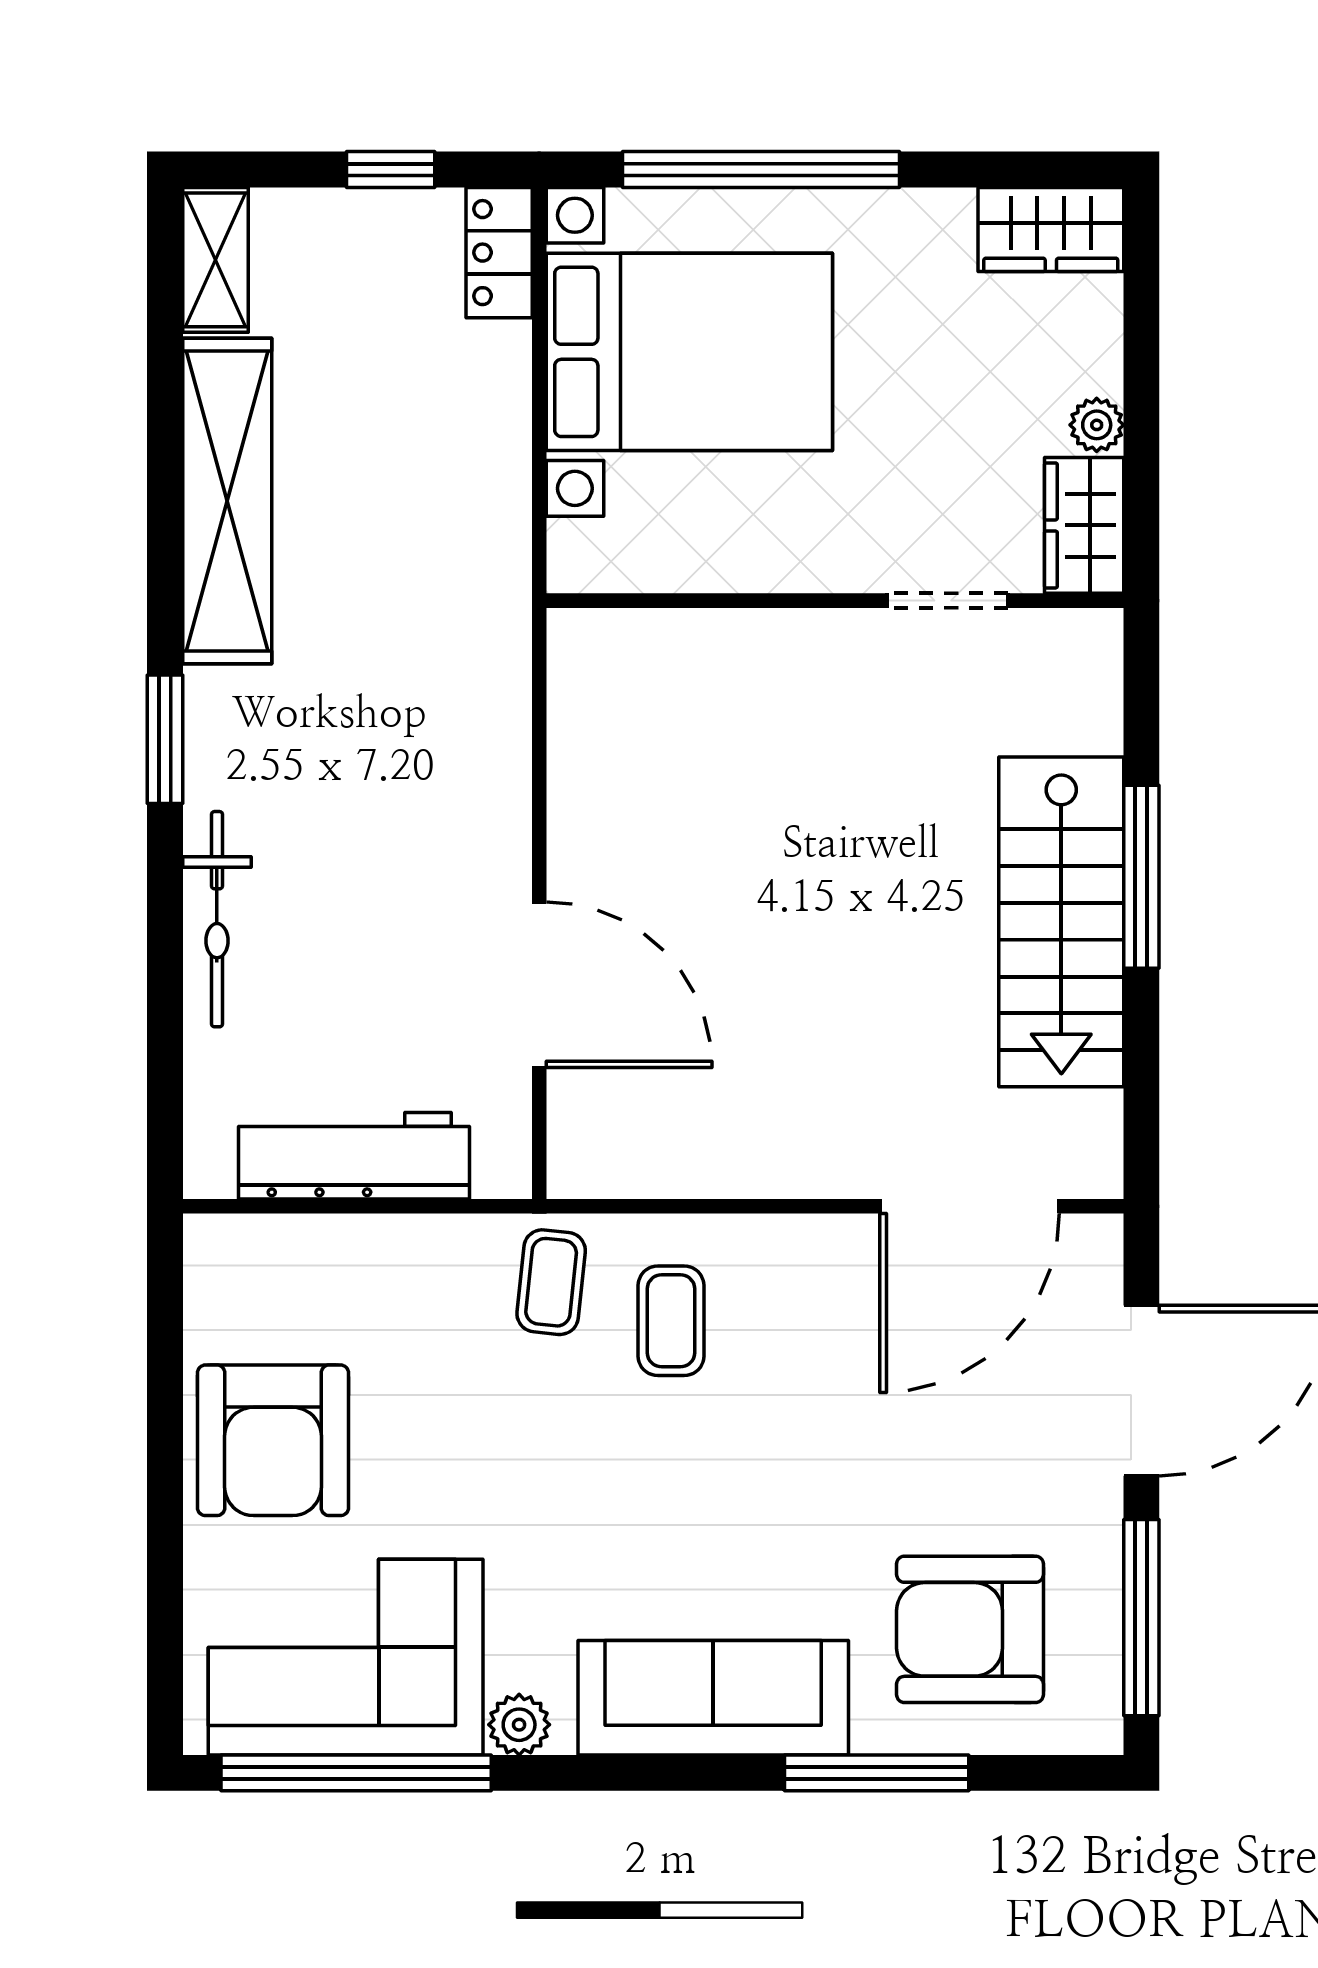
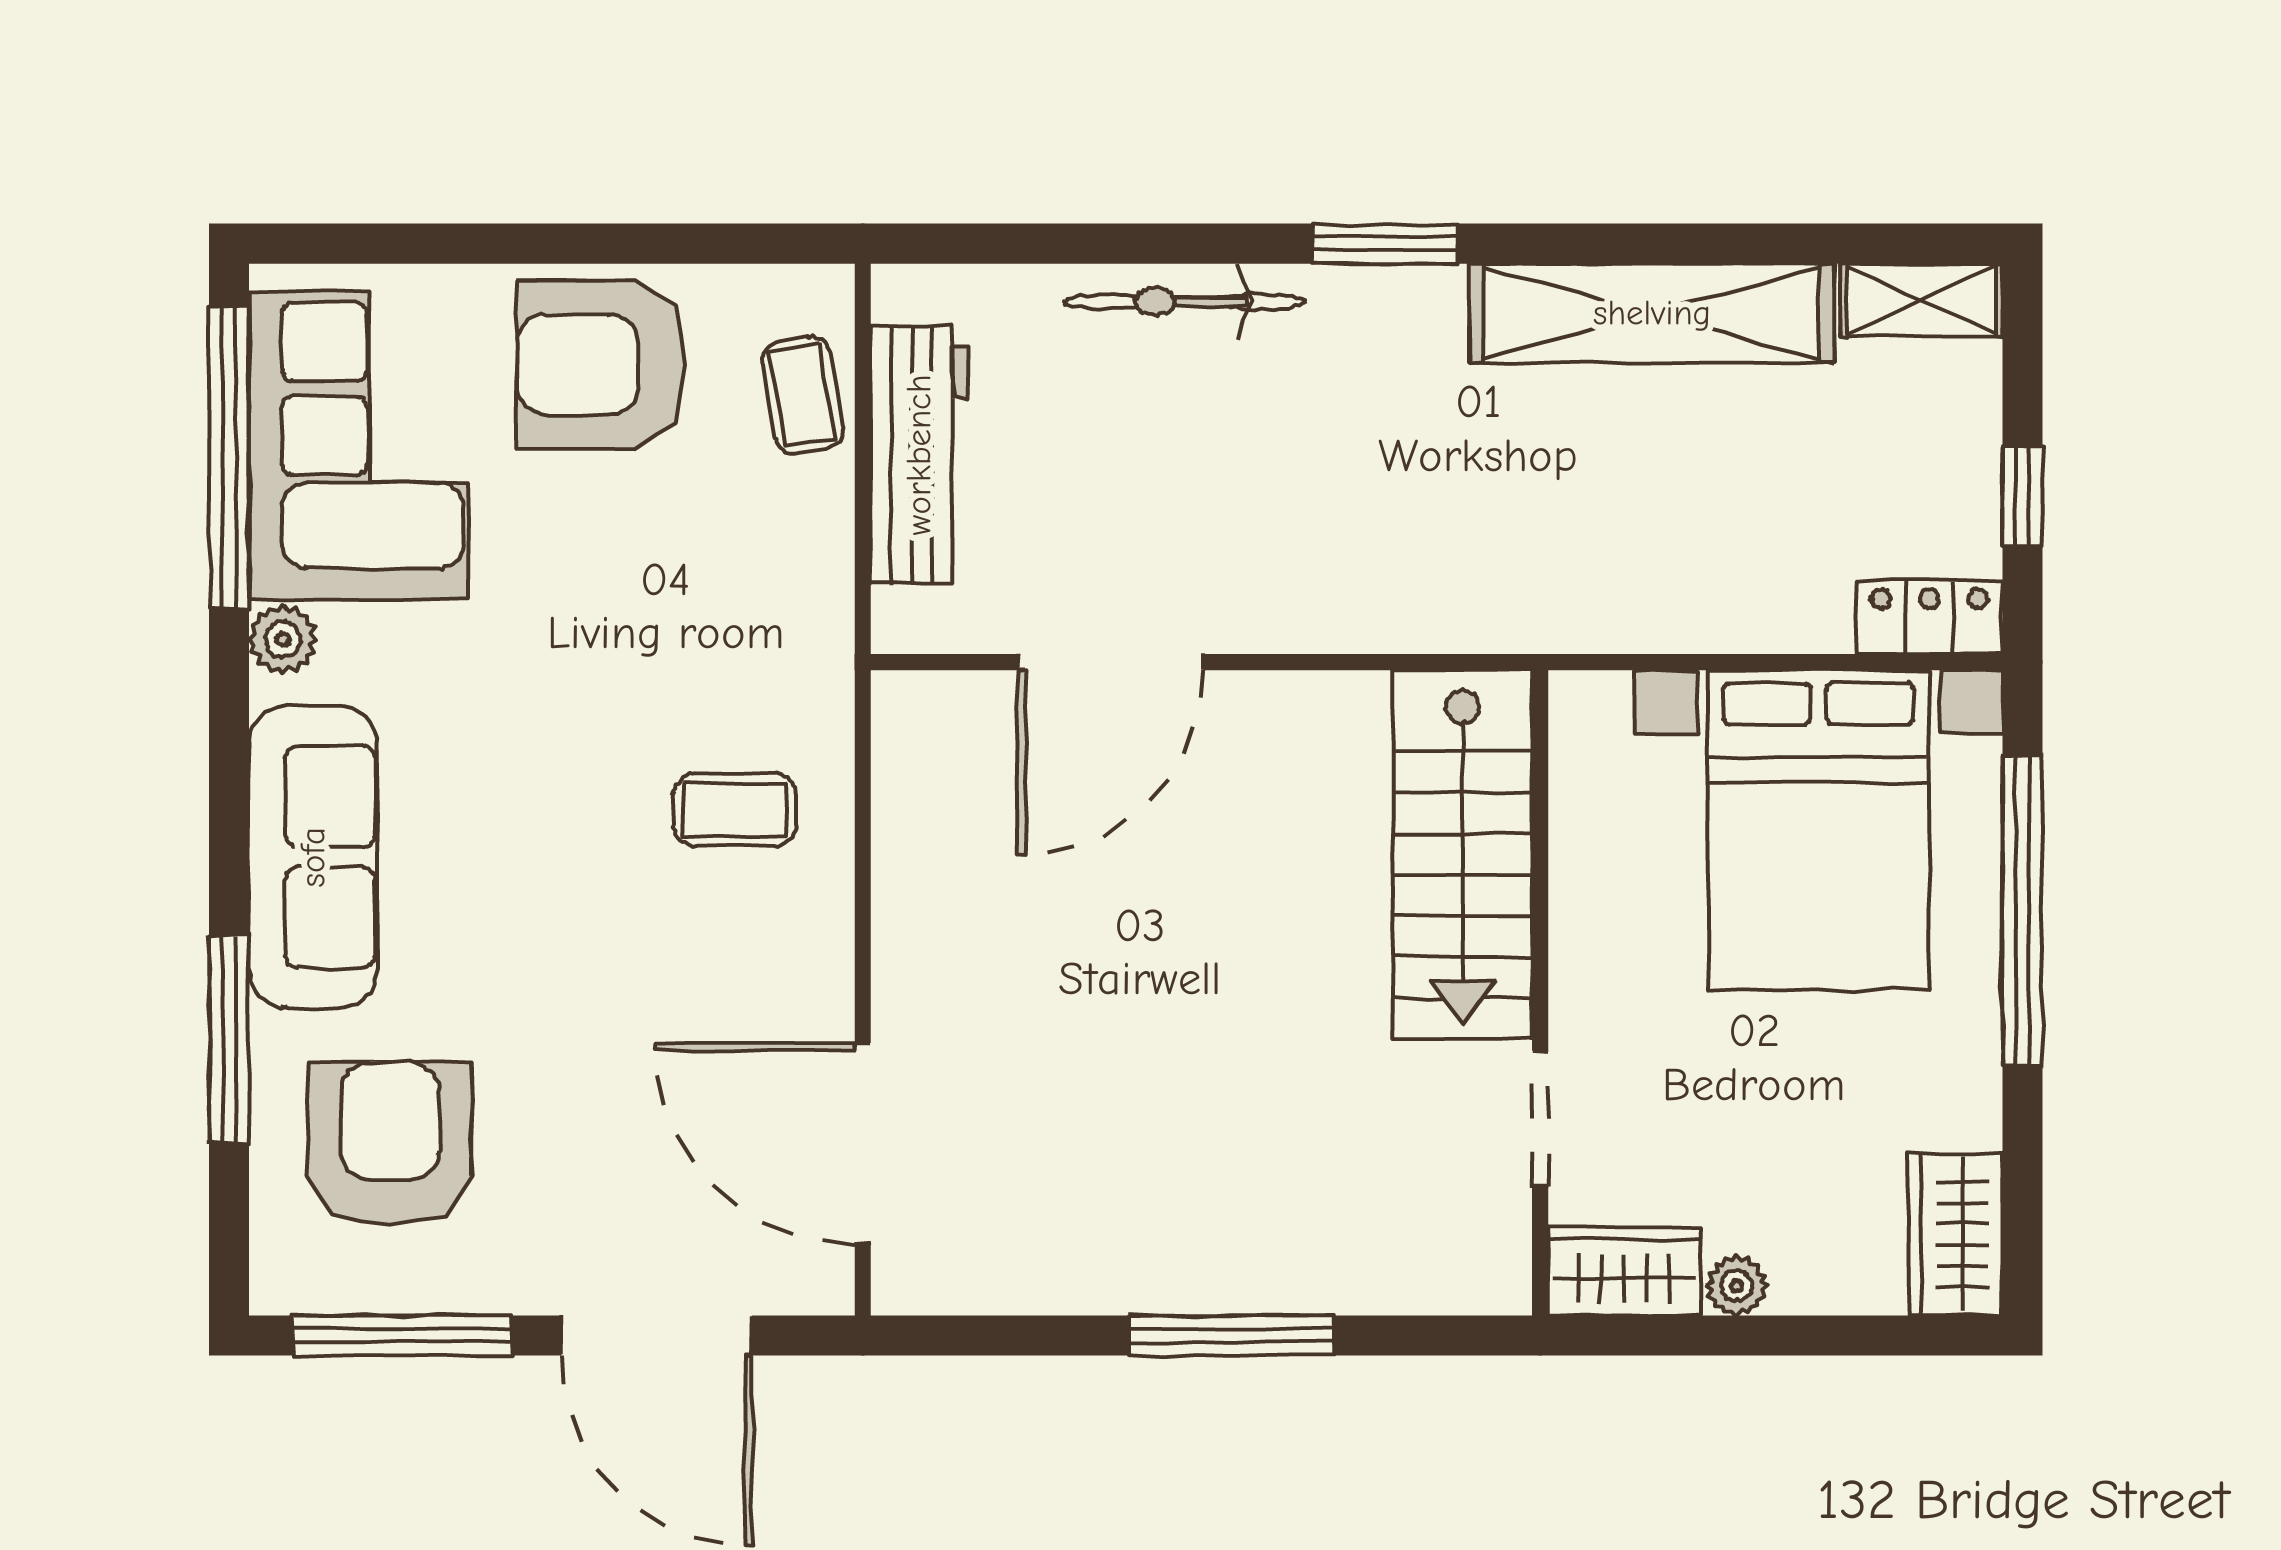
stairs: (1061, 922) -> (1463, 855), moved, turned -90
coffee table: (551, 1282) -> (803, 395), moved, turned 74

